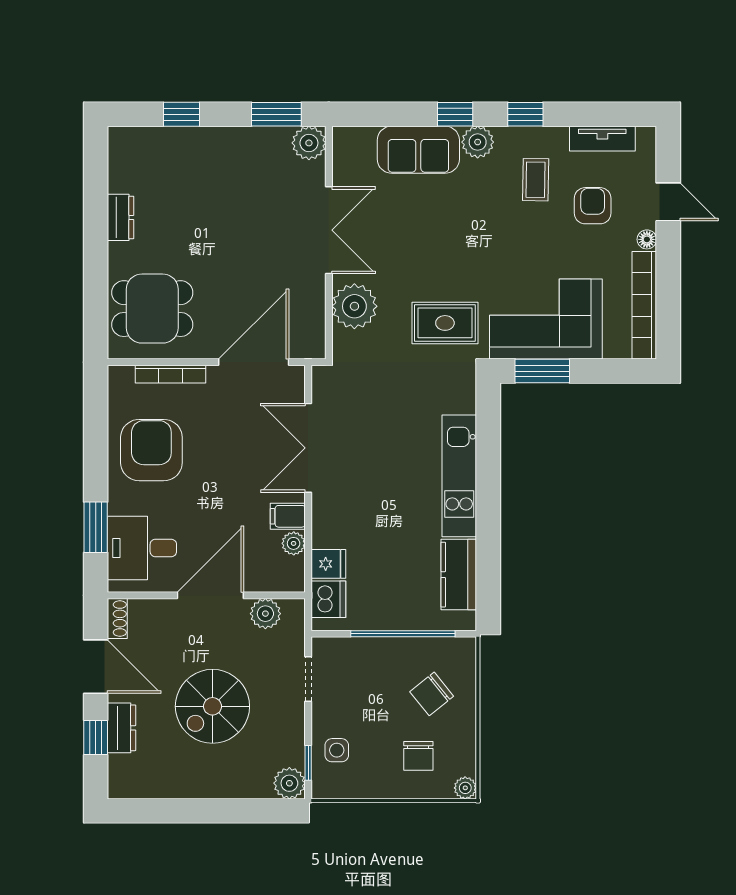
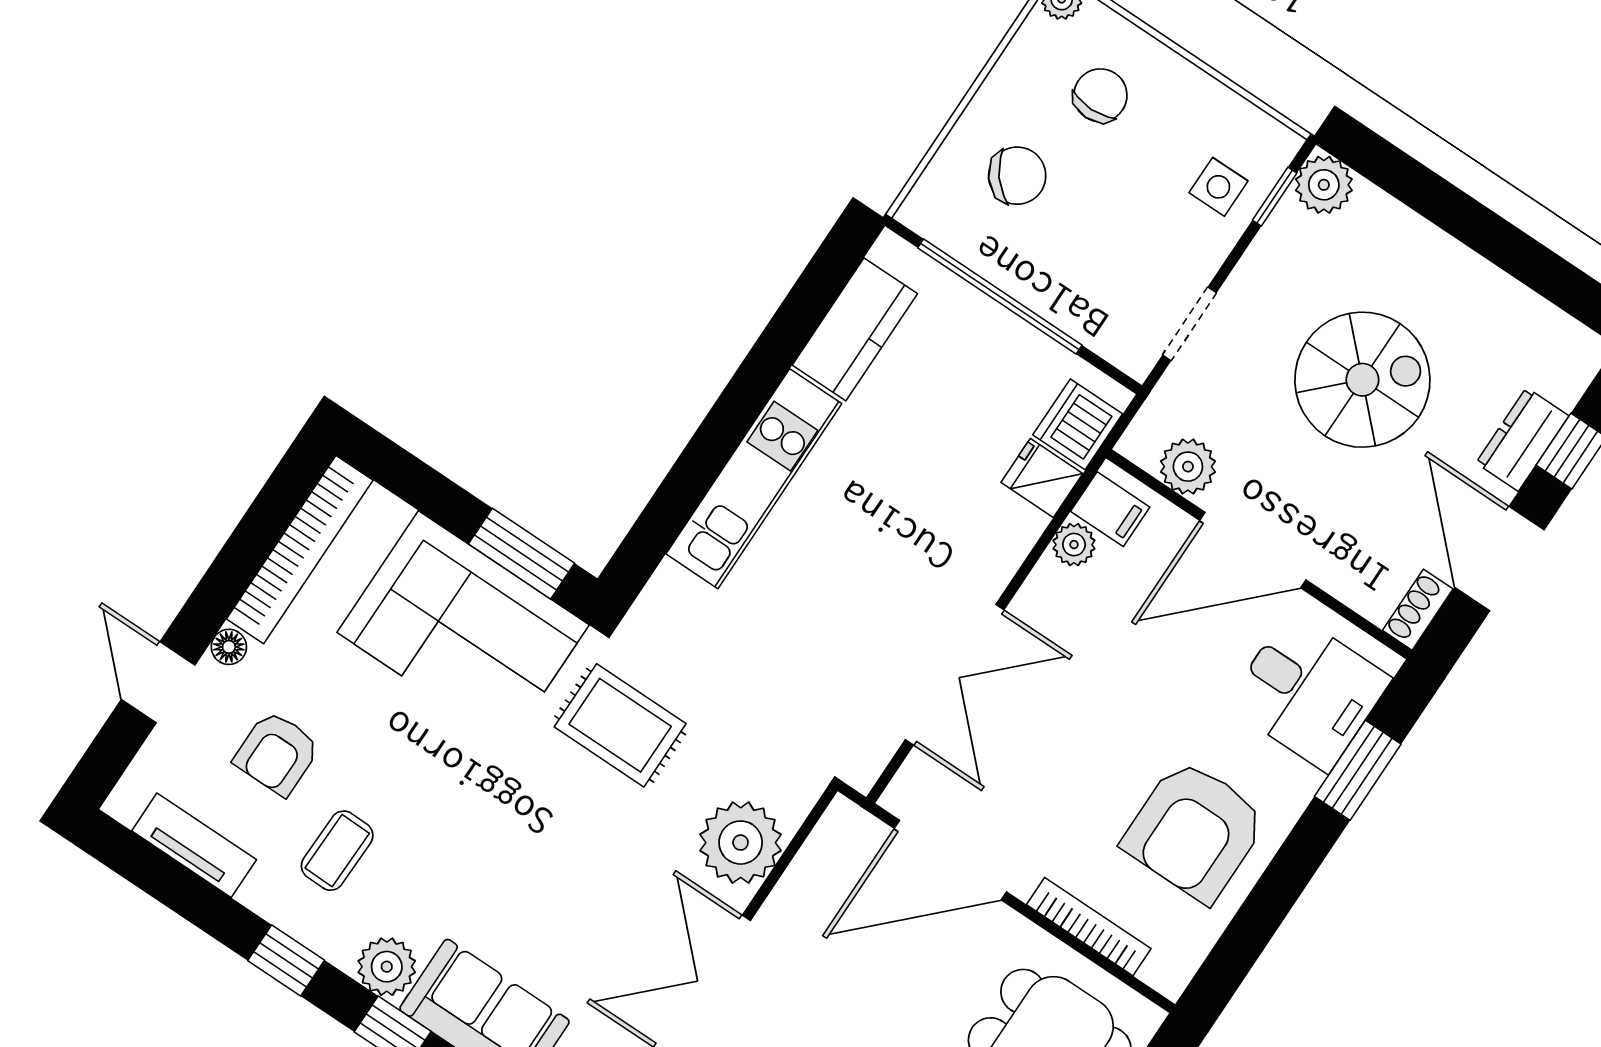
filing cabinet: (288, 516) -> (1110, 509), moved

